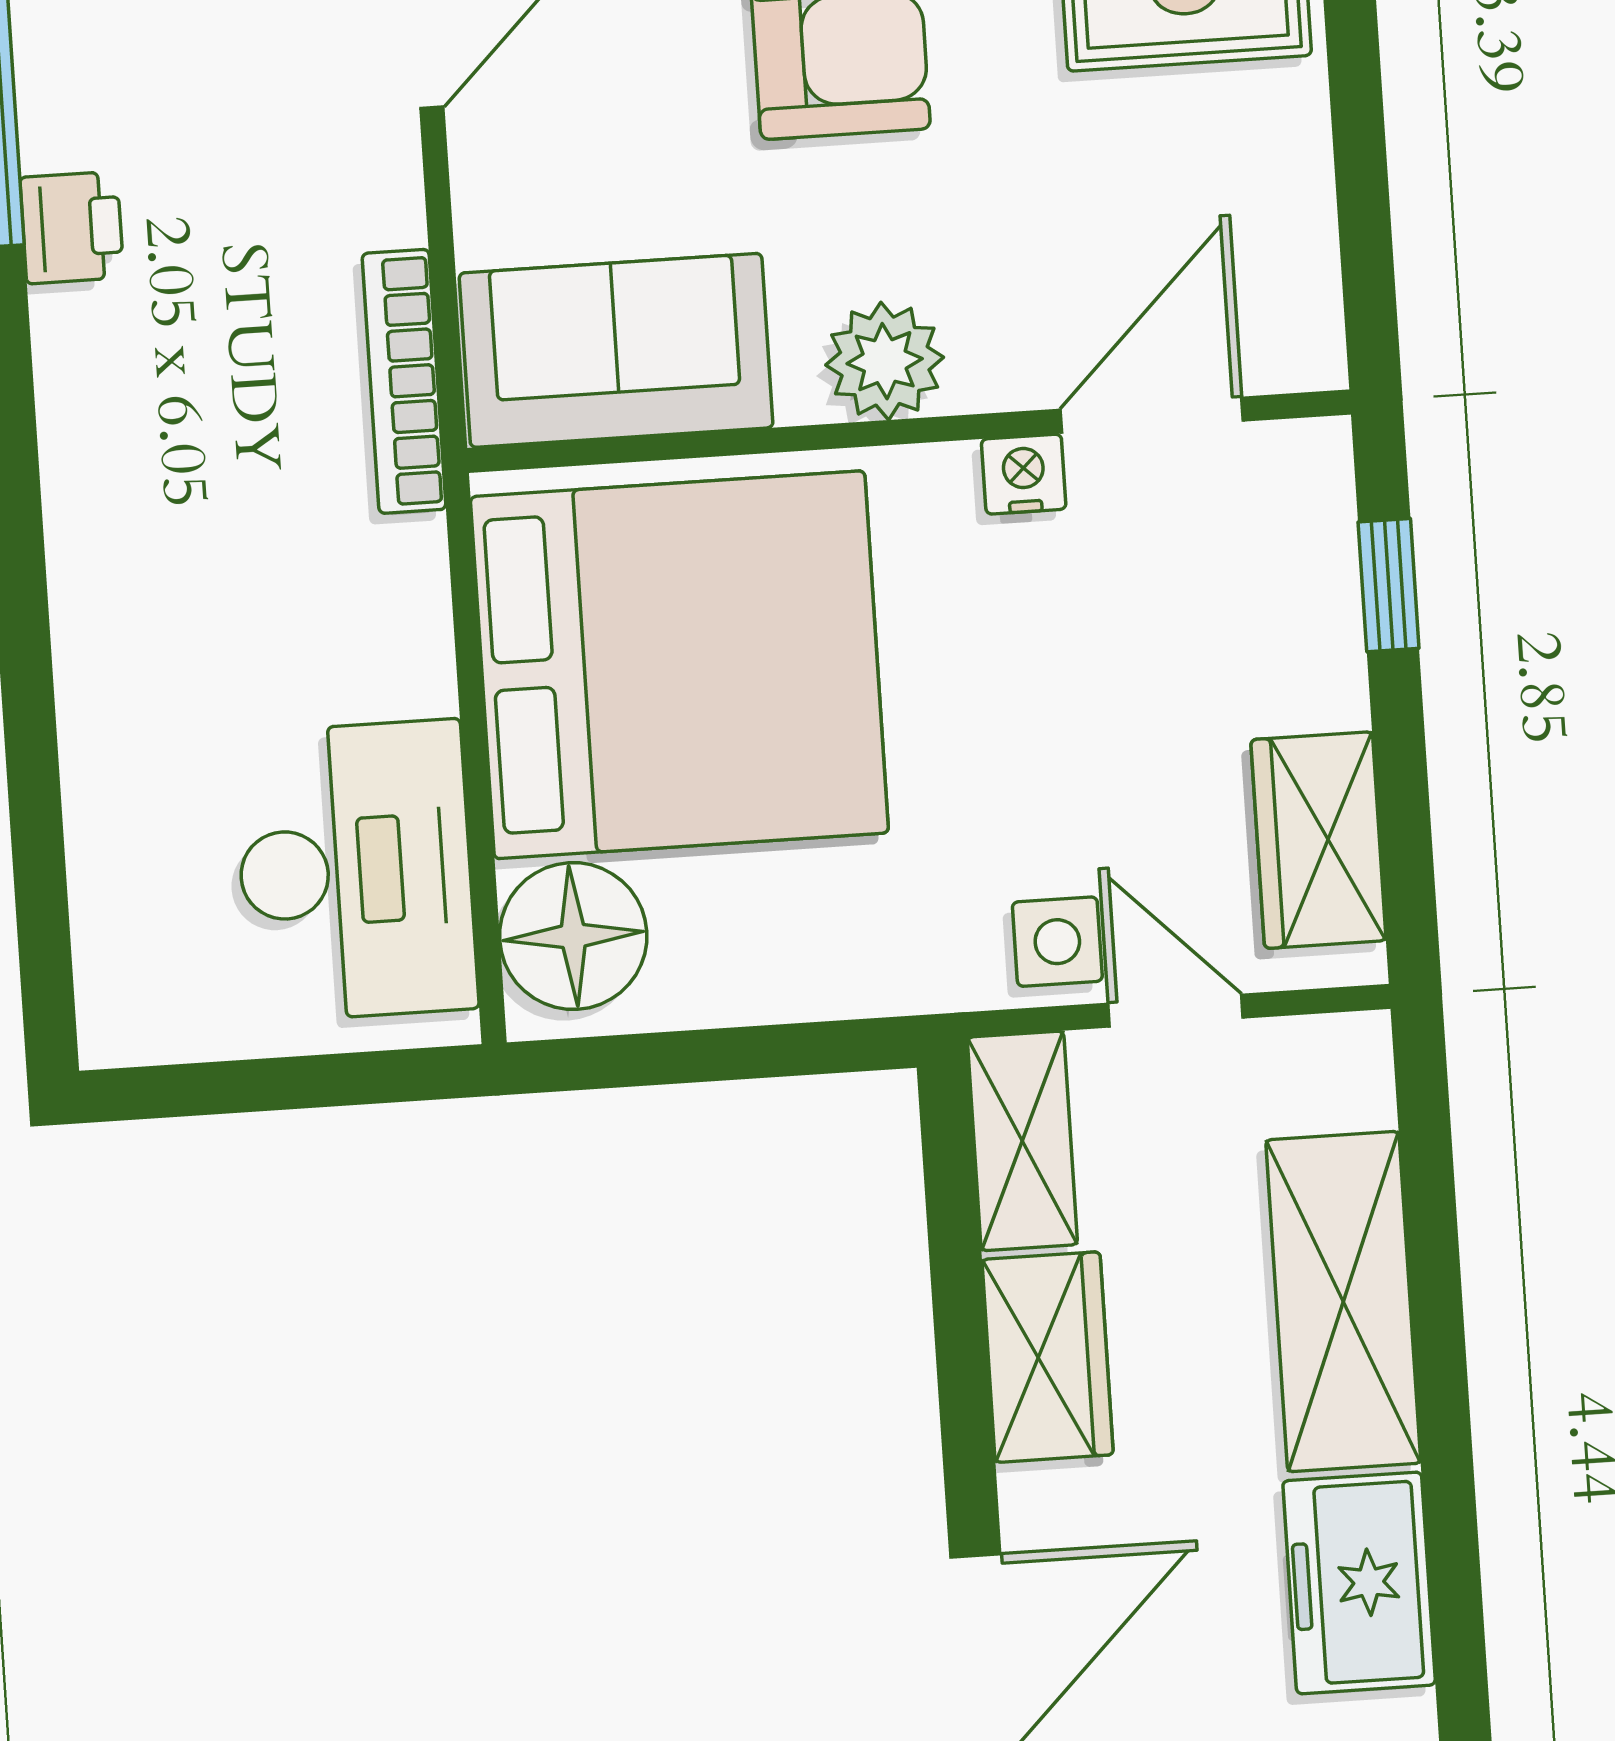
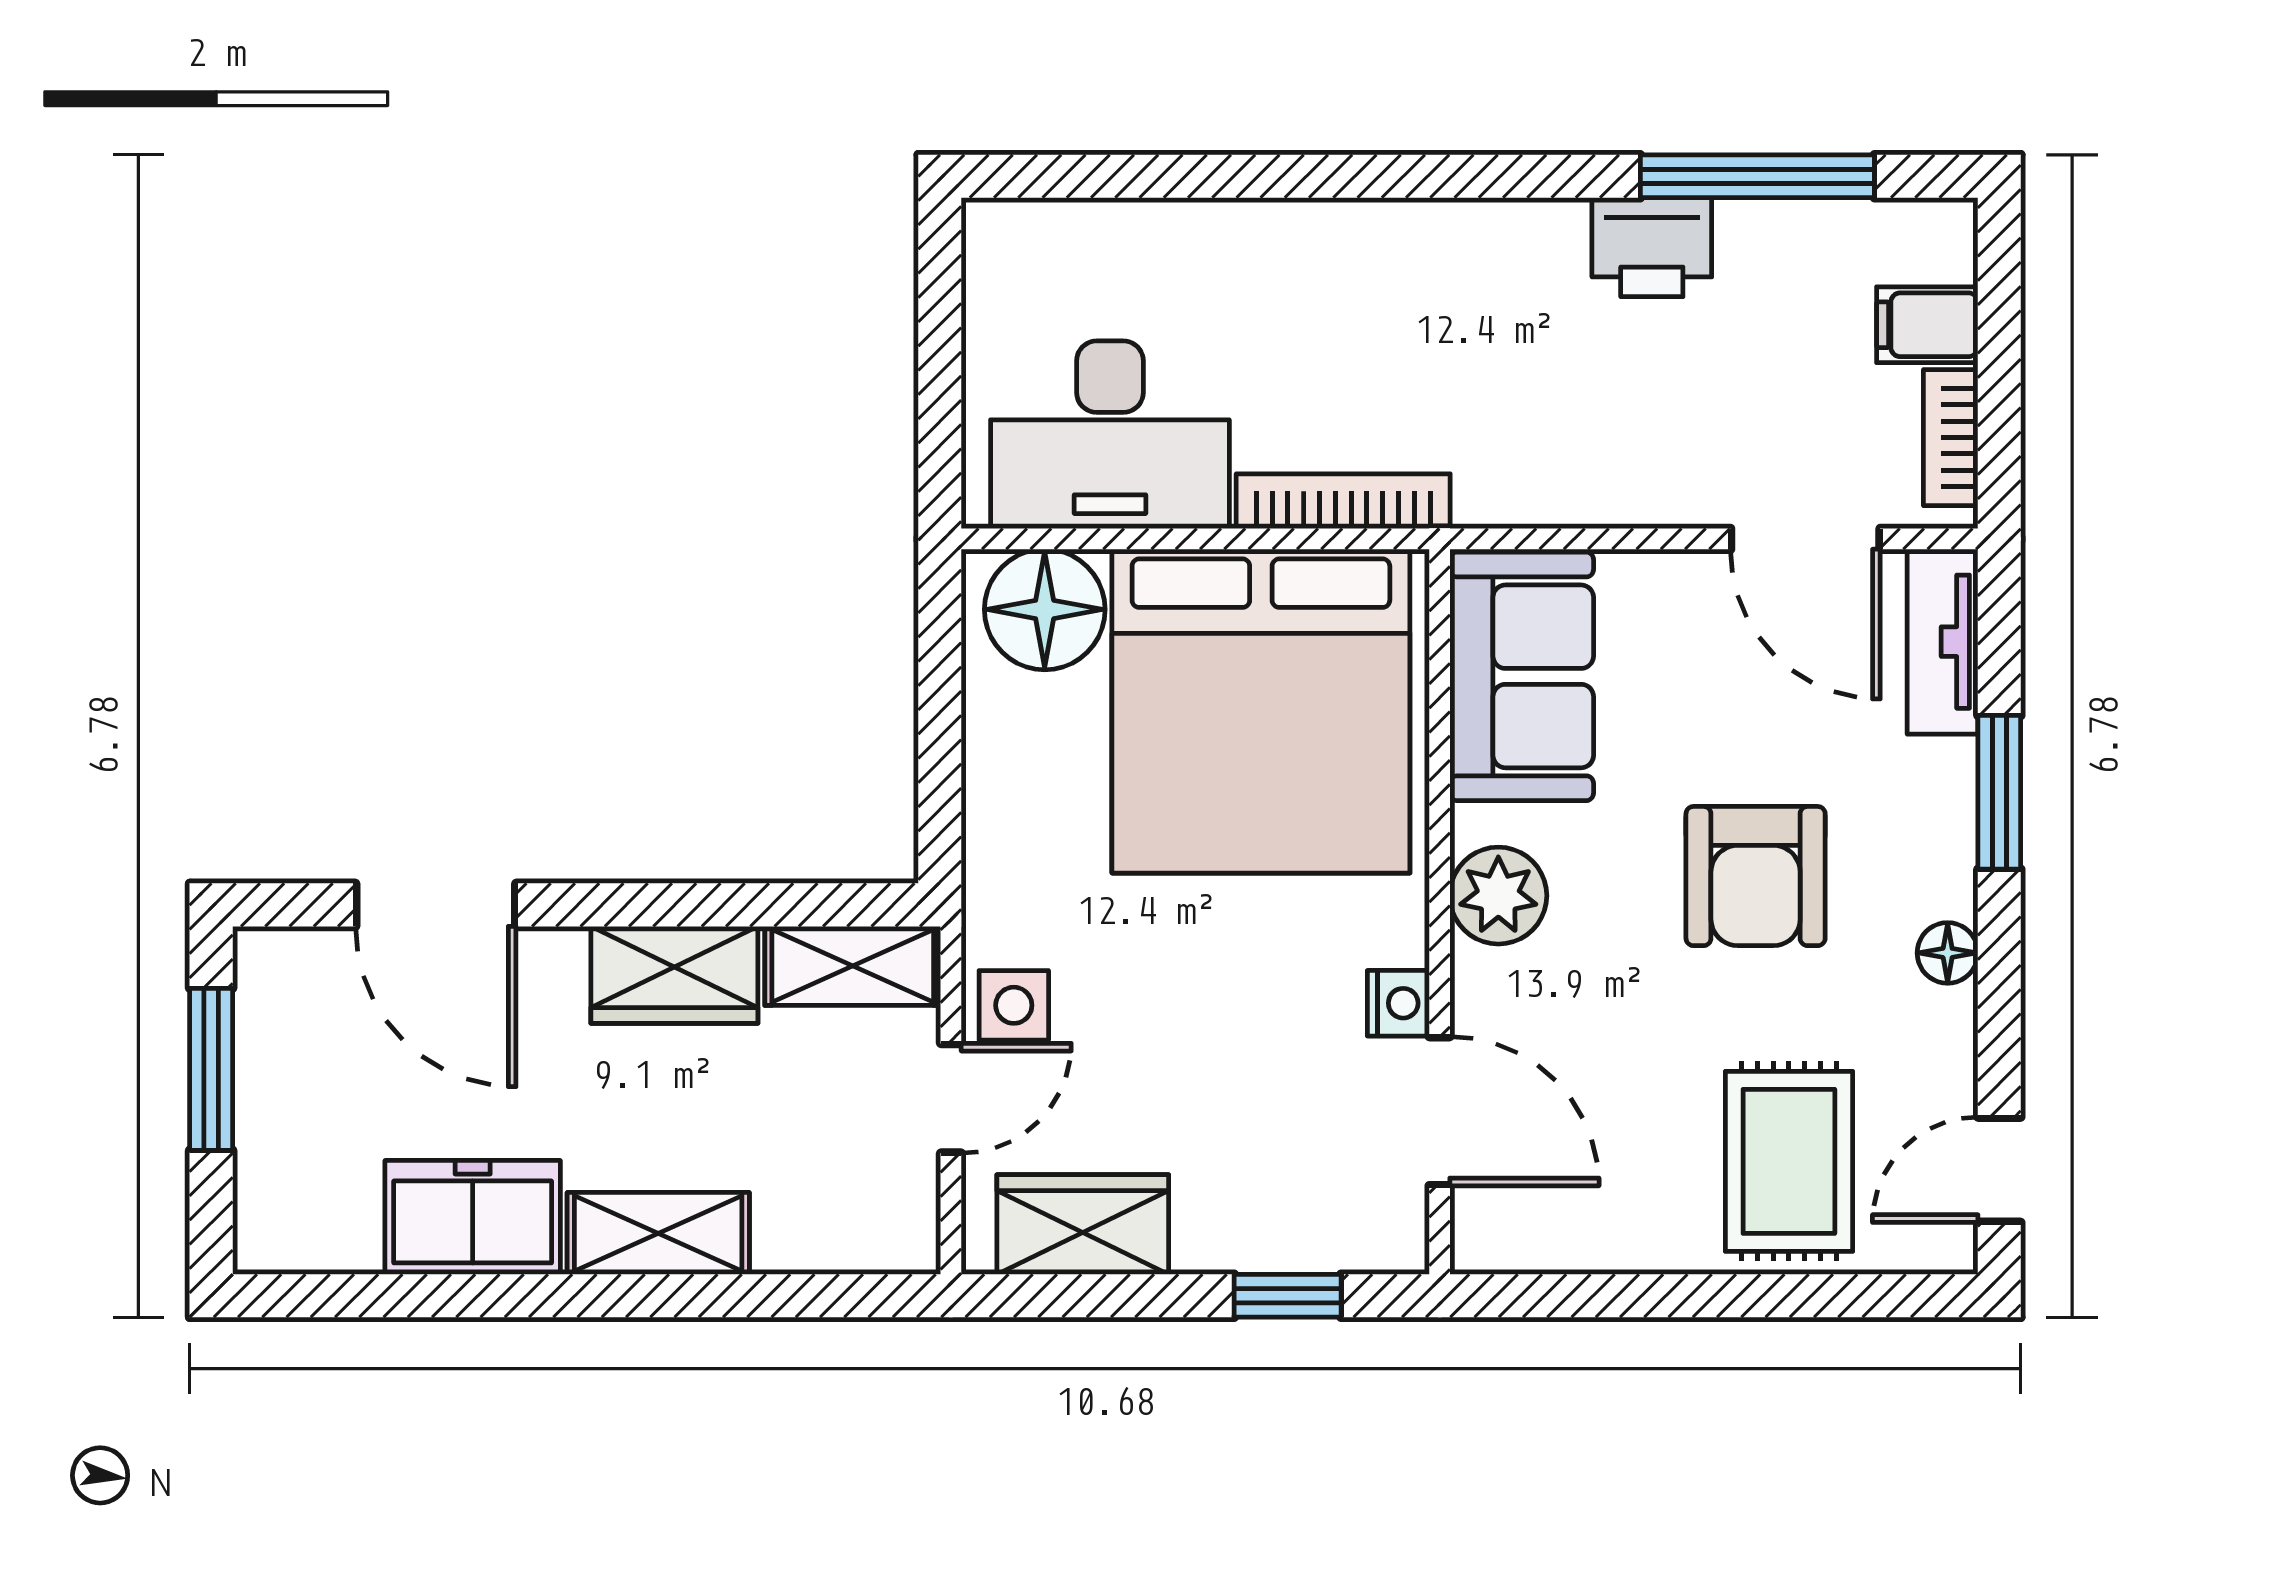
printer: (72, 228) -> (1652, 247), width x1.36, depth x1.24
bookcase: (404, 381) -> (1343, 501), moved
shelving: (1343, 1302) -> (658, 1233), width x0.67, depth x0.75

